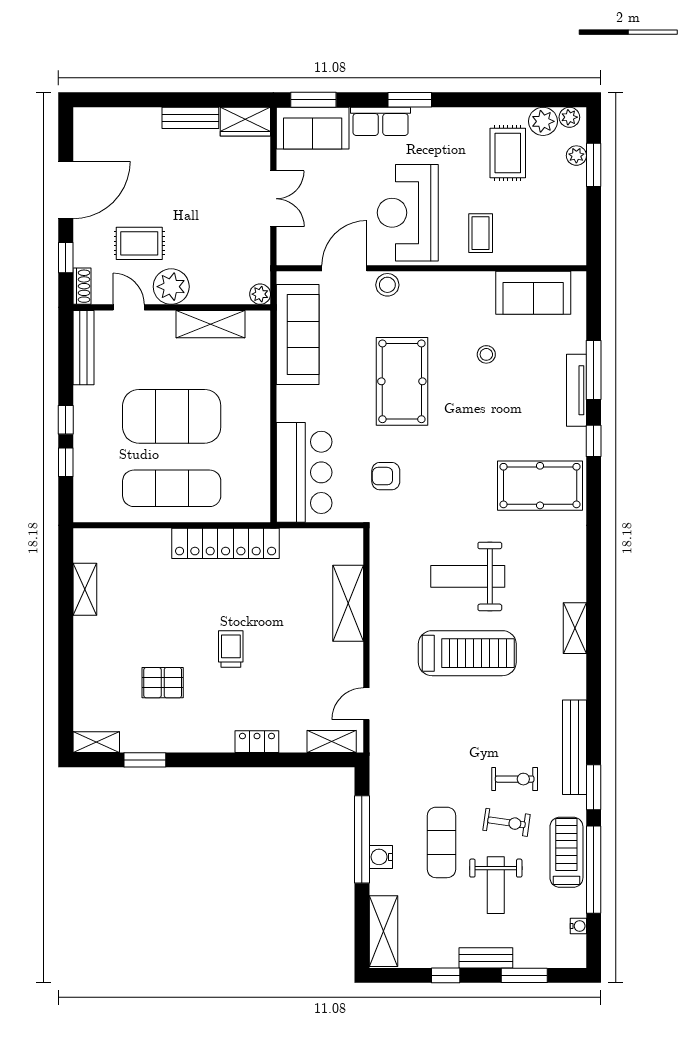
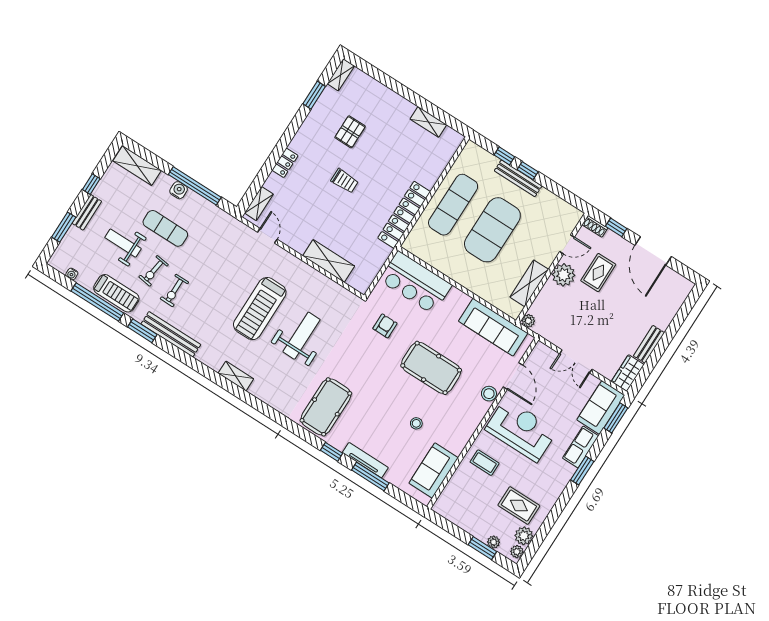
bench: (83, 348) -> (518, 178), moved

